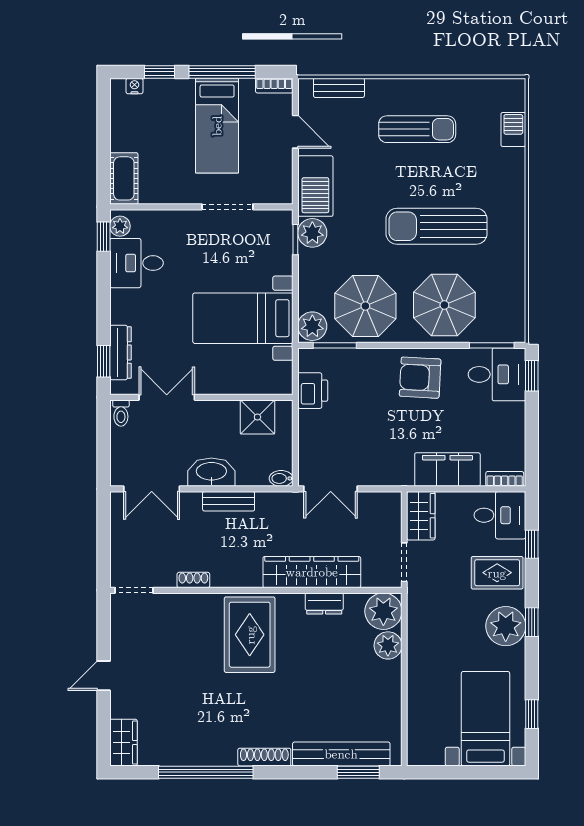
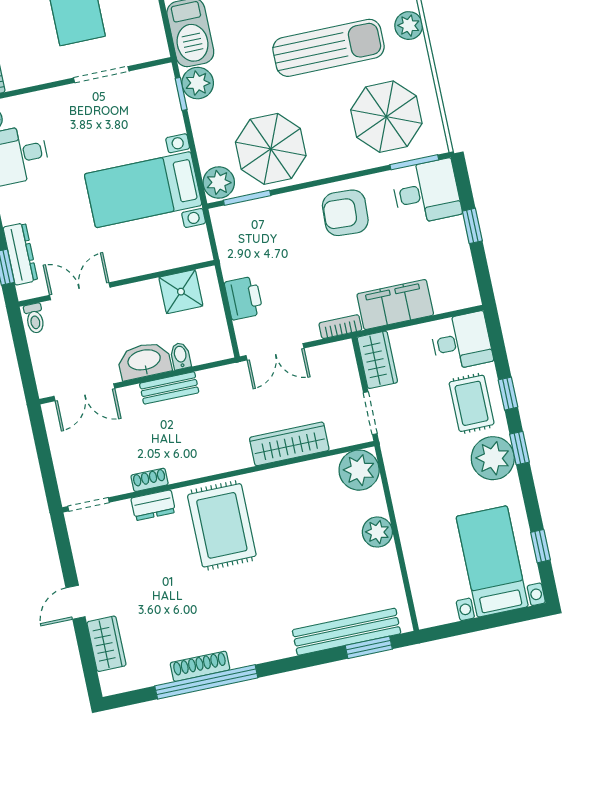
plant: (513, 222) -> (409, 26), added
sun lounger: (437, 226) -> (328, 48), turned 180
parasol: (444, 305) -> (386, 117), moved
window: (532, 376) -> (472, 226), moved
printer: (313, 391) -> (244, 298), moved
bidet: (281, 478) -> (181, 356), moved, turned 90
bookcase: (505, 479) -> (340, 327), moved
window: (532, 544) -> (508, 394), moved
wardrobe: (312, 572) -> (289, 444), width x0.71, depth x0.85
rug: (497, 573) -> (472, 403), turned 90
dresser: (324, 603) -> (153, 505), moved
plant: (388, 645) -> (377, 532), moved
wardrobe: (123, 743) -> (106, 644), moved
shoe rack: (264, 757) -> (200, 666), moved

